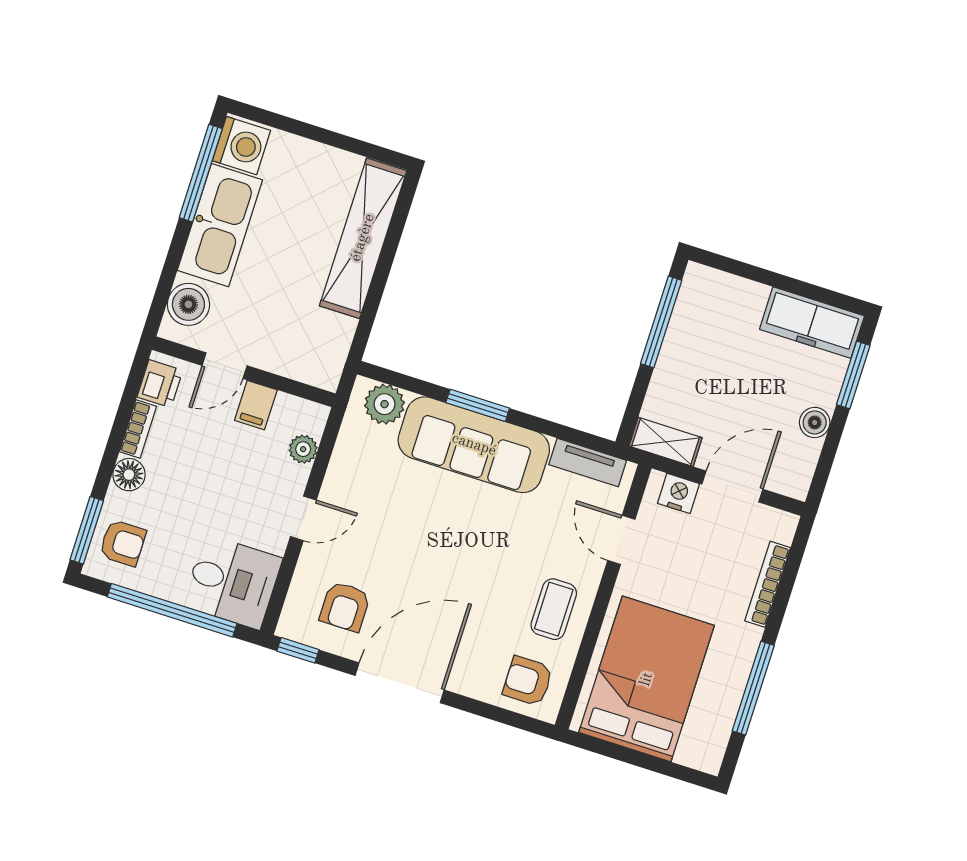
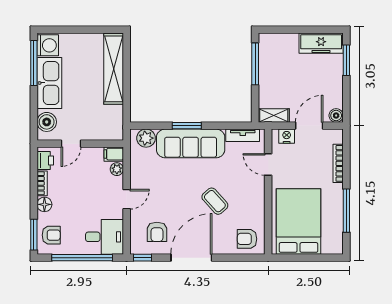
filing cabinet: (256, 405) -> (114, 154), moved, turned 90
boiler: (815, 422) -> (336, 116), moved
coffee table: (554, 609) -> (215, 201), moved, turned -42

